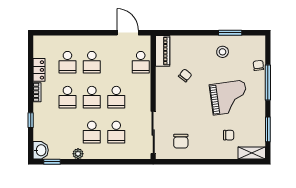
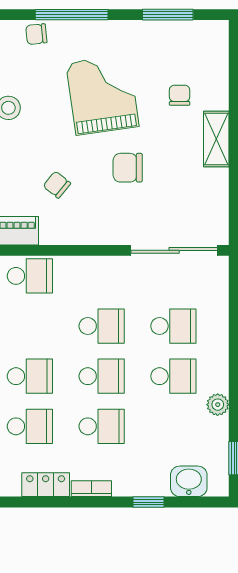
chair: (181, 141) -> (128, 168), moved, turned 180
washbasin: (41, 150) -> (189, 481), moved
shelving: (252, 153) -> (216, 139), moved

